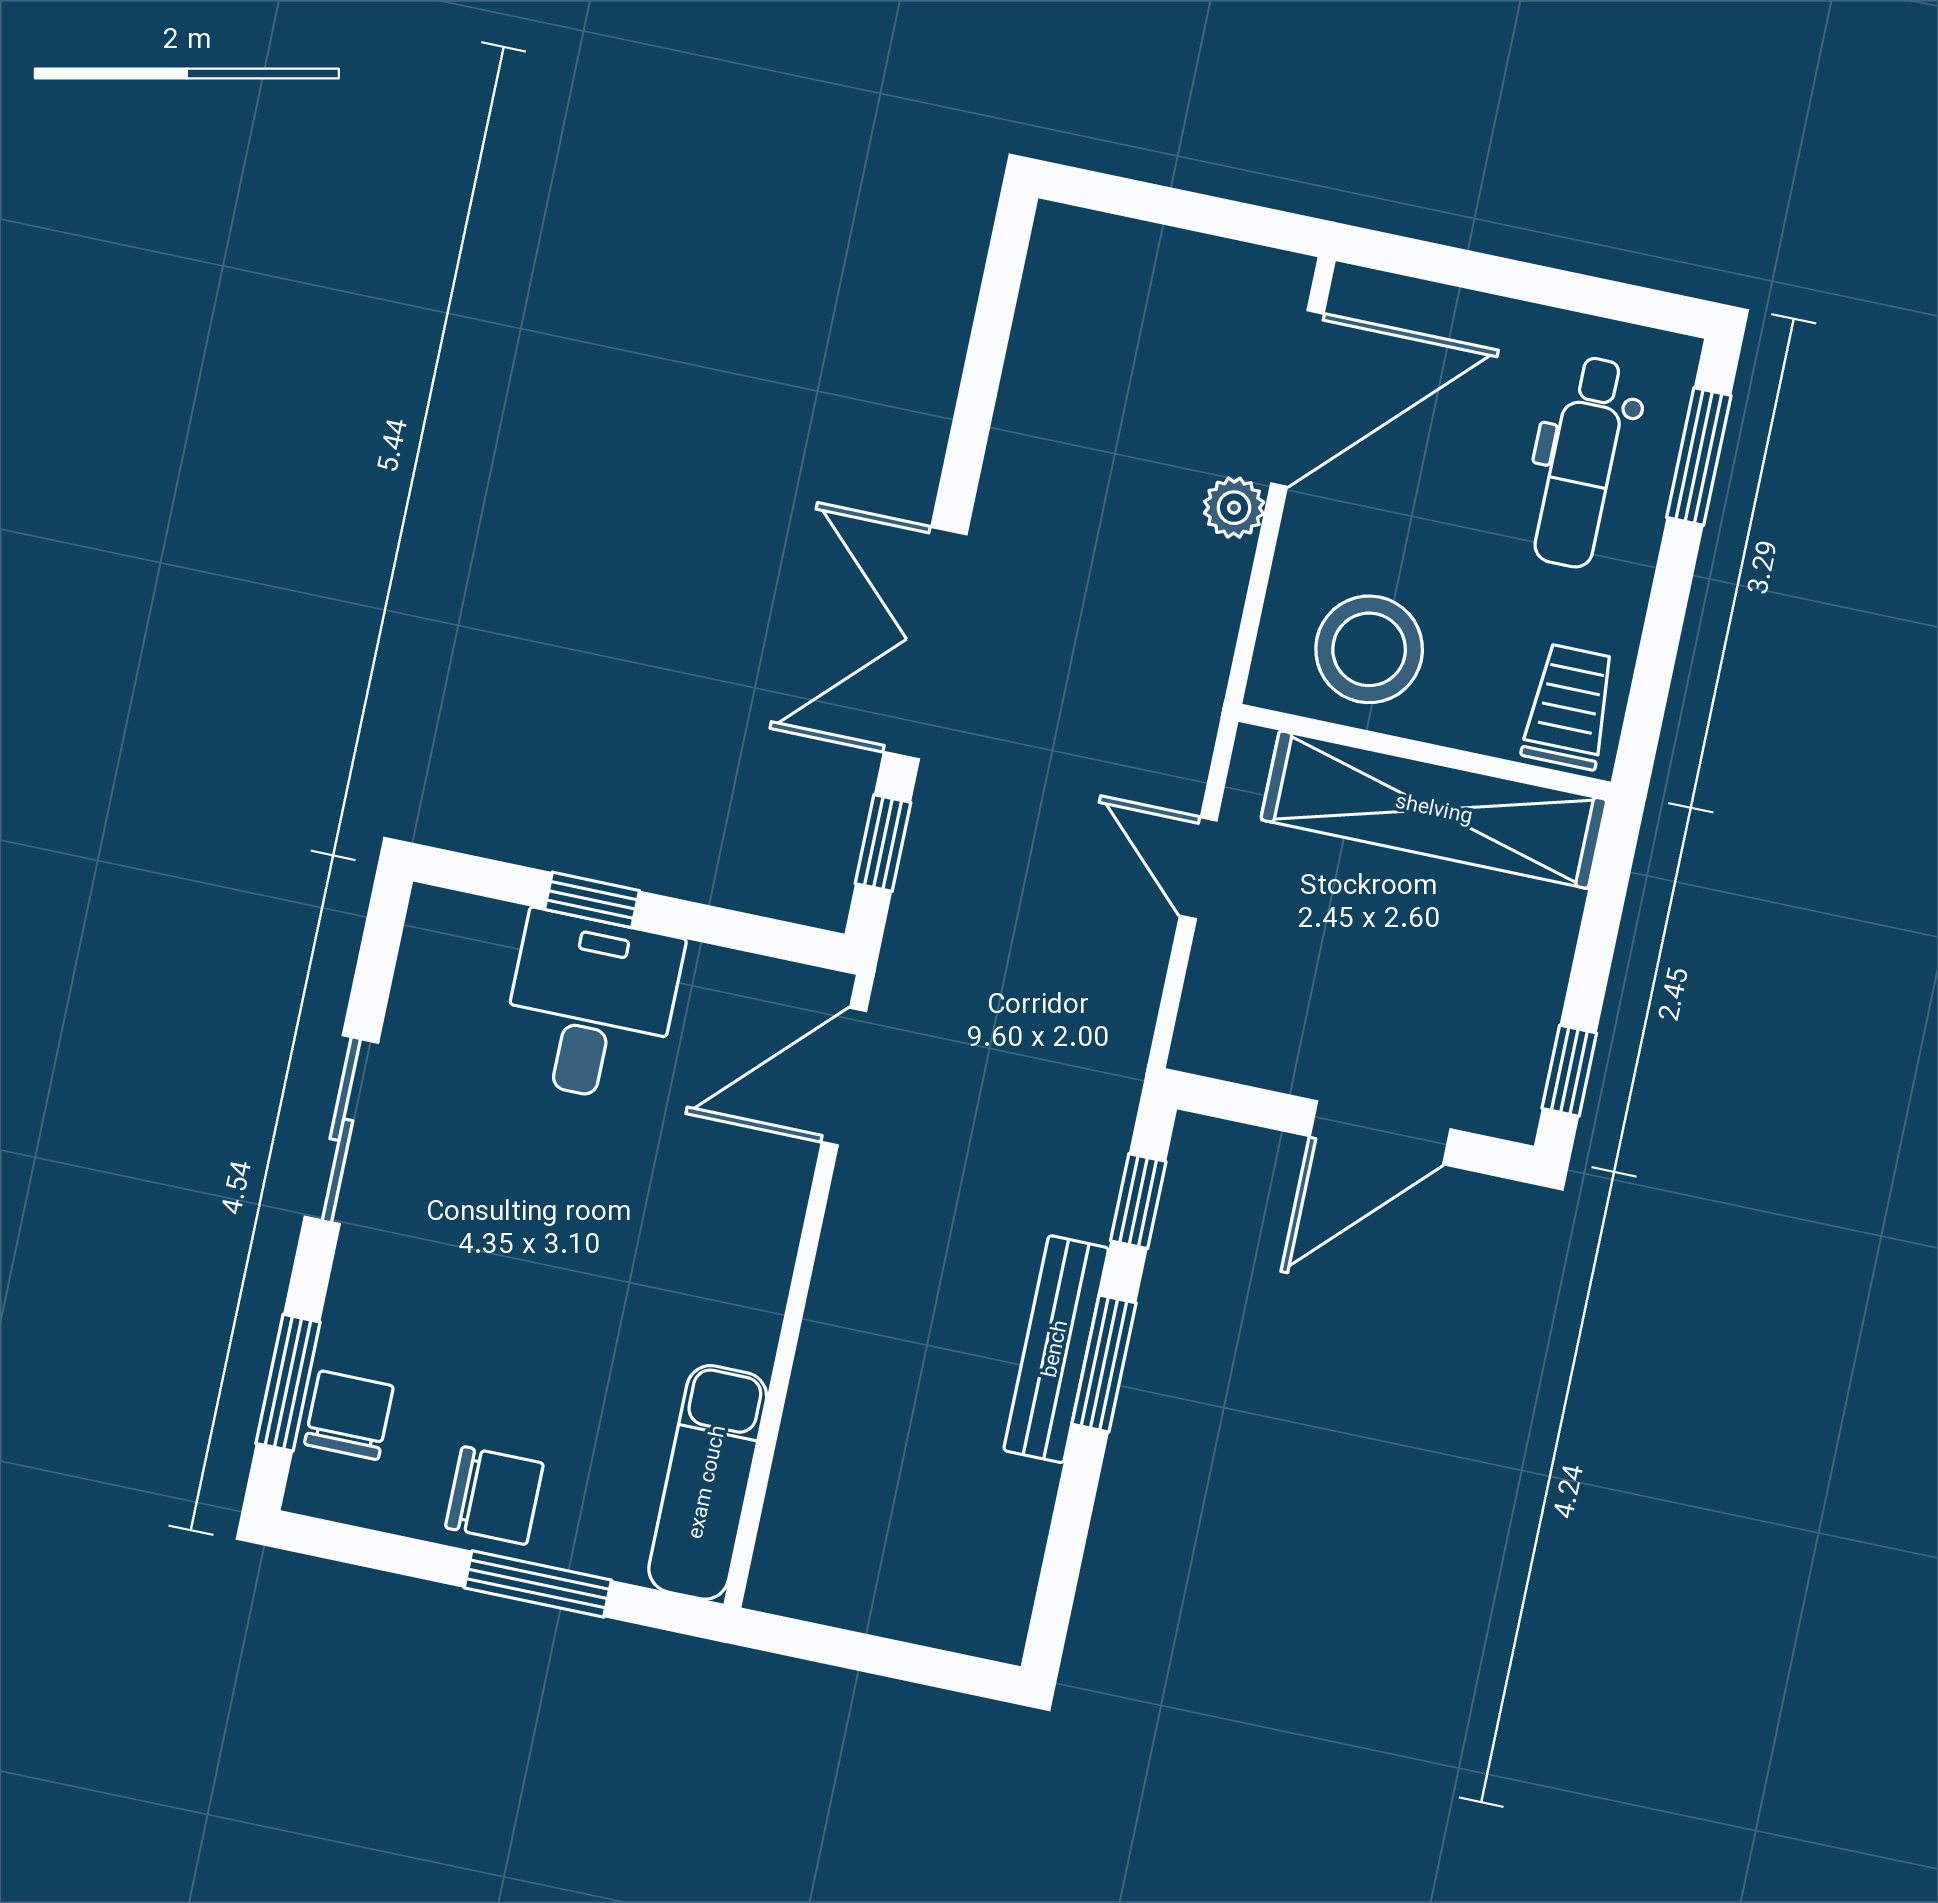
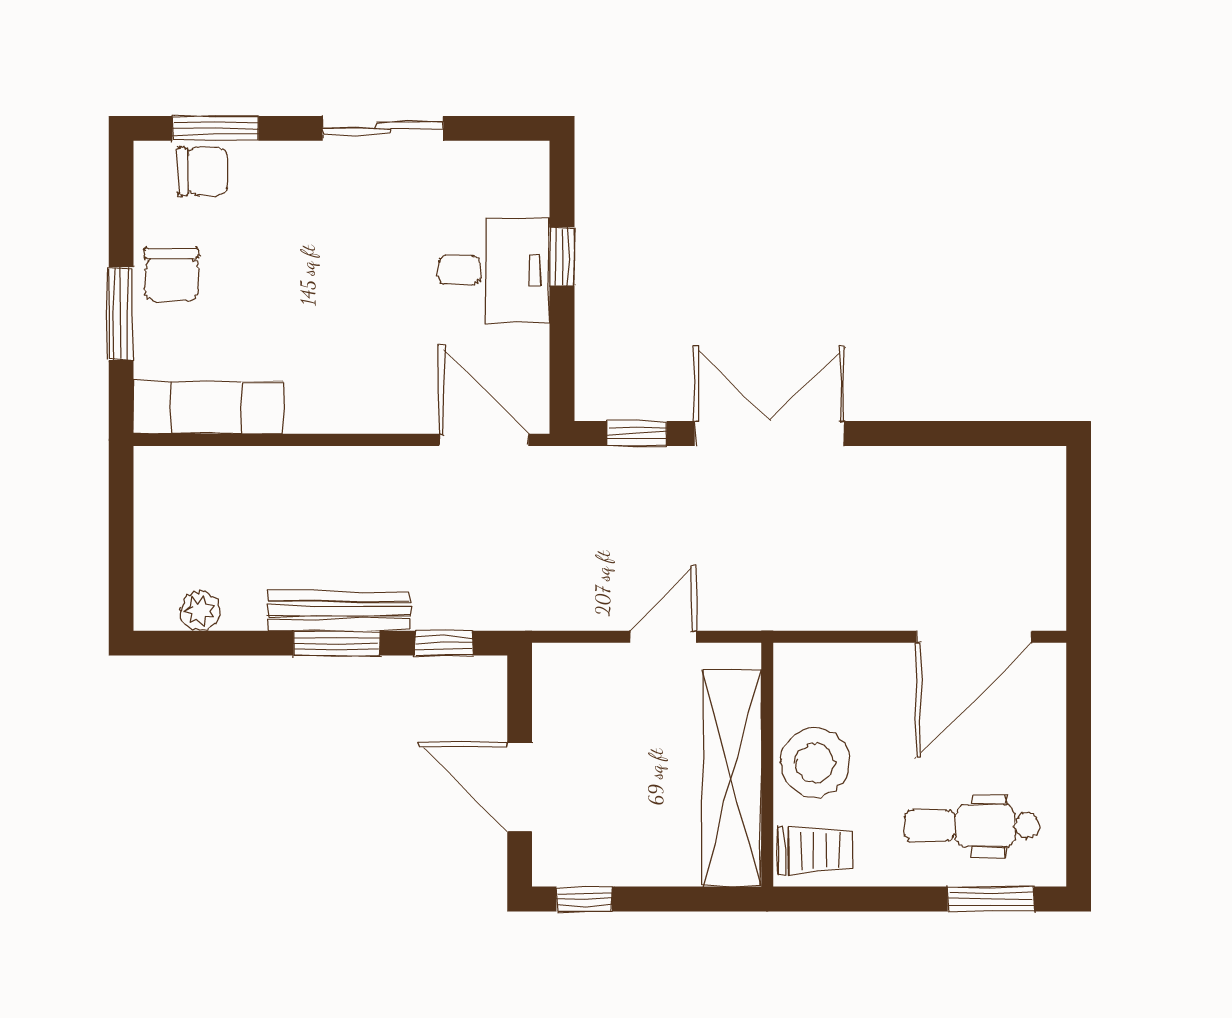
door: (1297, 399) -> (974, 637), hinge flipped
plant: (1234, 508) -> (200, 611), moved
stool: (1369, 649) -> (815, 763), moved

